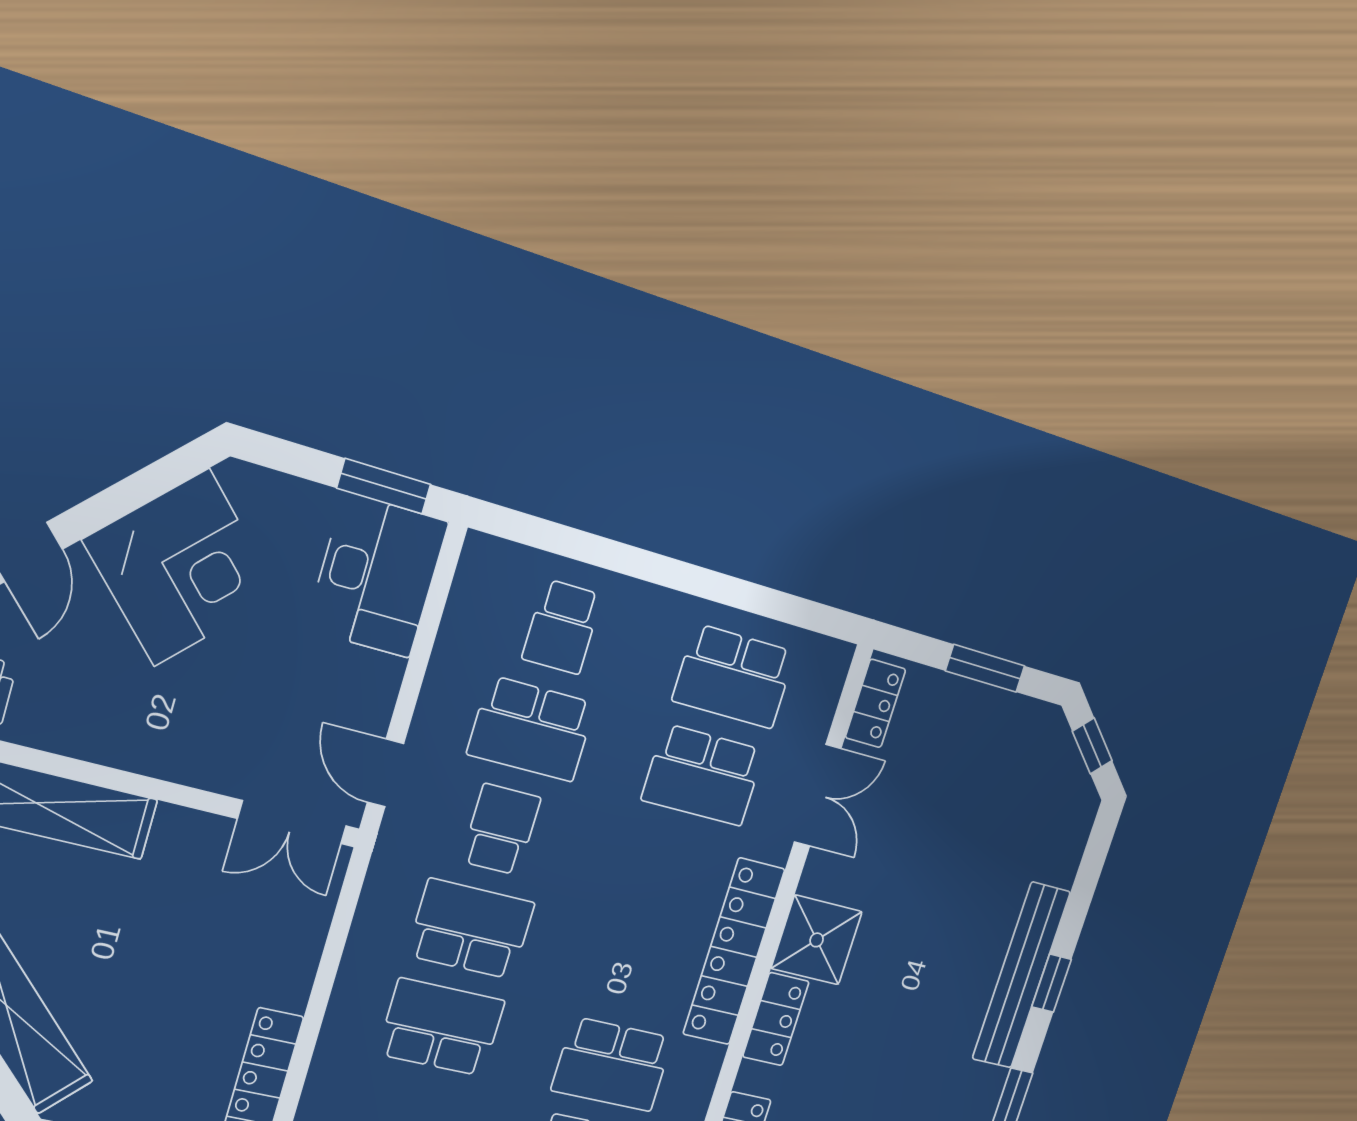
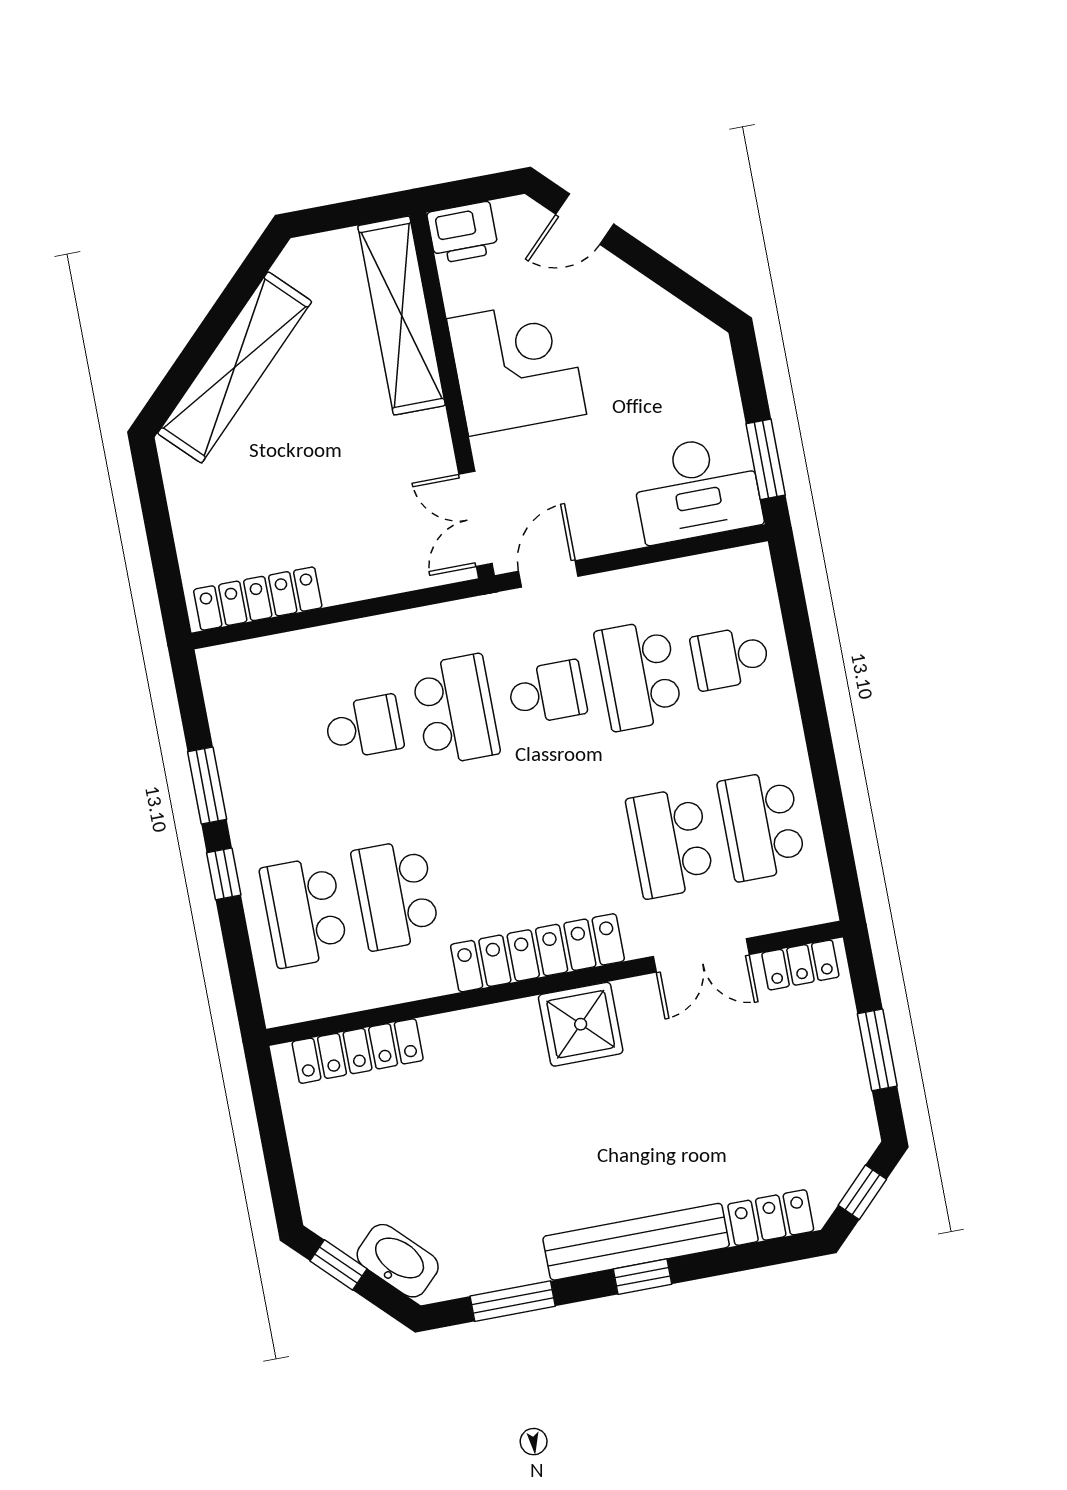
corner desk: (182, 568) -> (517, 367), moved, turned -135
locker: (776, 1019) -> (771, 1218), moved, turned 180
school desk: (441, 1027) -> (364, 727), width x0.54

